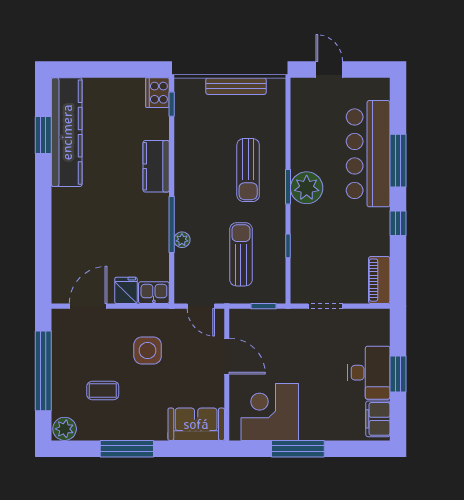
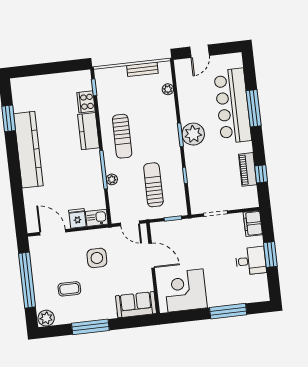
door: (329, 69) -> (199, 51), swing flipped
bench: (236, 86) -> (142, 69), width x0.73
cooker: (158, 93) -> (86, 102), moved
plant: (277, 119) -> (168, 89), added
kitchen counter: (67, 132) -> (28, 150), moved
sun lounger: (248, 170) -> (122, 136), moved
window: (398, 223) -> (261, 174), moved
piano: (379, 280) -> (248, 169), moved
door: (88, 306) -> (53, 232), hinge flipped
desk: (369, 373) -> (251, 261), width x0.73
filing cabinet: (378, 419) -> (253, 223), moved
window: (298, 449) -> (228, 311), moved

